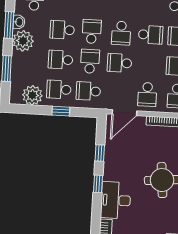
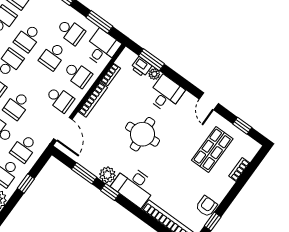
window: (100, 153) -> (84, 173), width x1.50
plant: (111, 173) -> (107, 175), added

